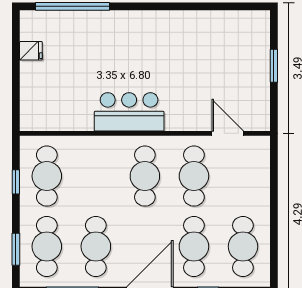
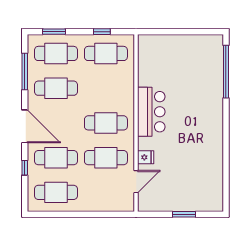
fridge: (31, 51) -> (146, 157), moved, turned -90

